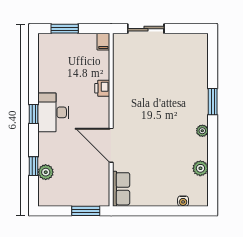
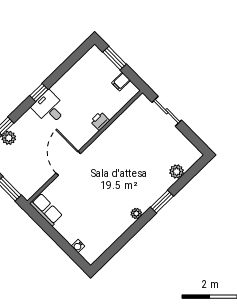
filing cabinet: (103, 42) -> (121, 82), moved
desk: (53, 112) -> (49, 108), width x0.73
plant: (200, 168) -> (177, 172), moved
row of seats: (121, 189) -> (46, 210), moved, turned -90

